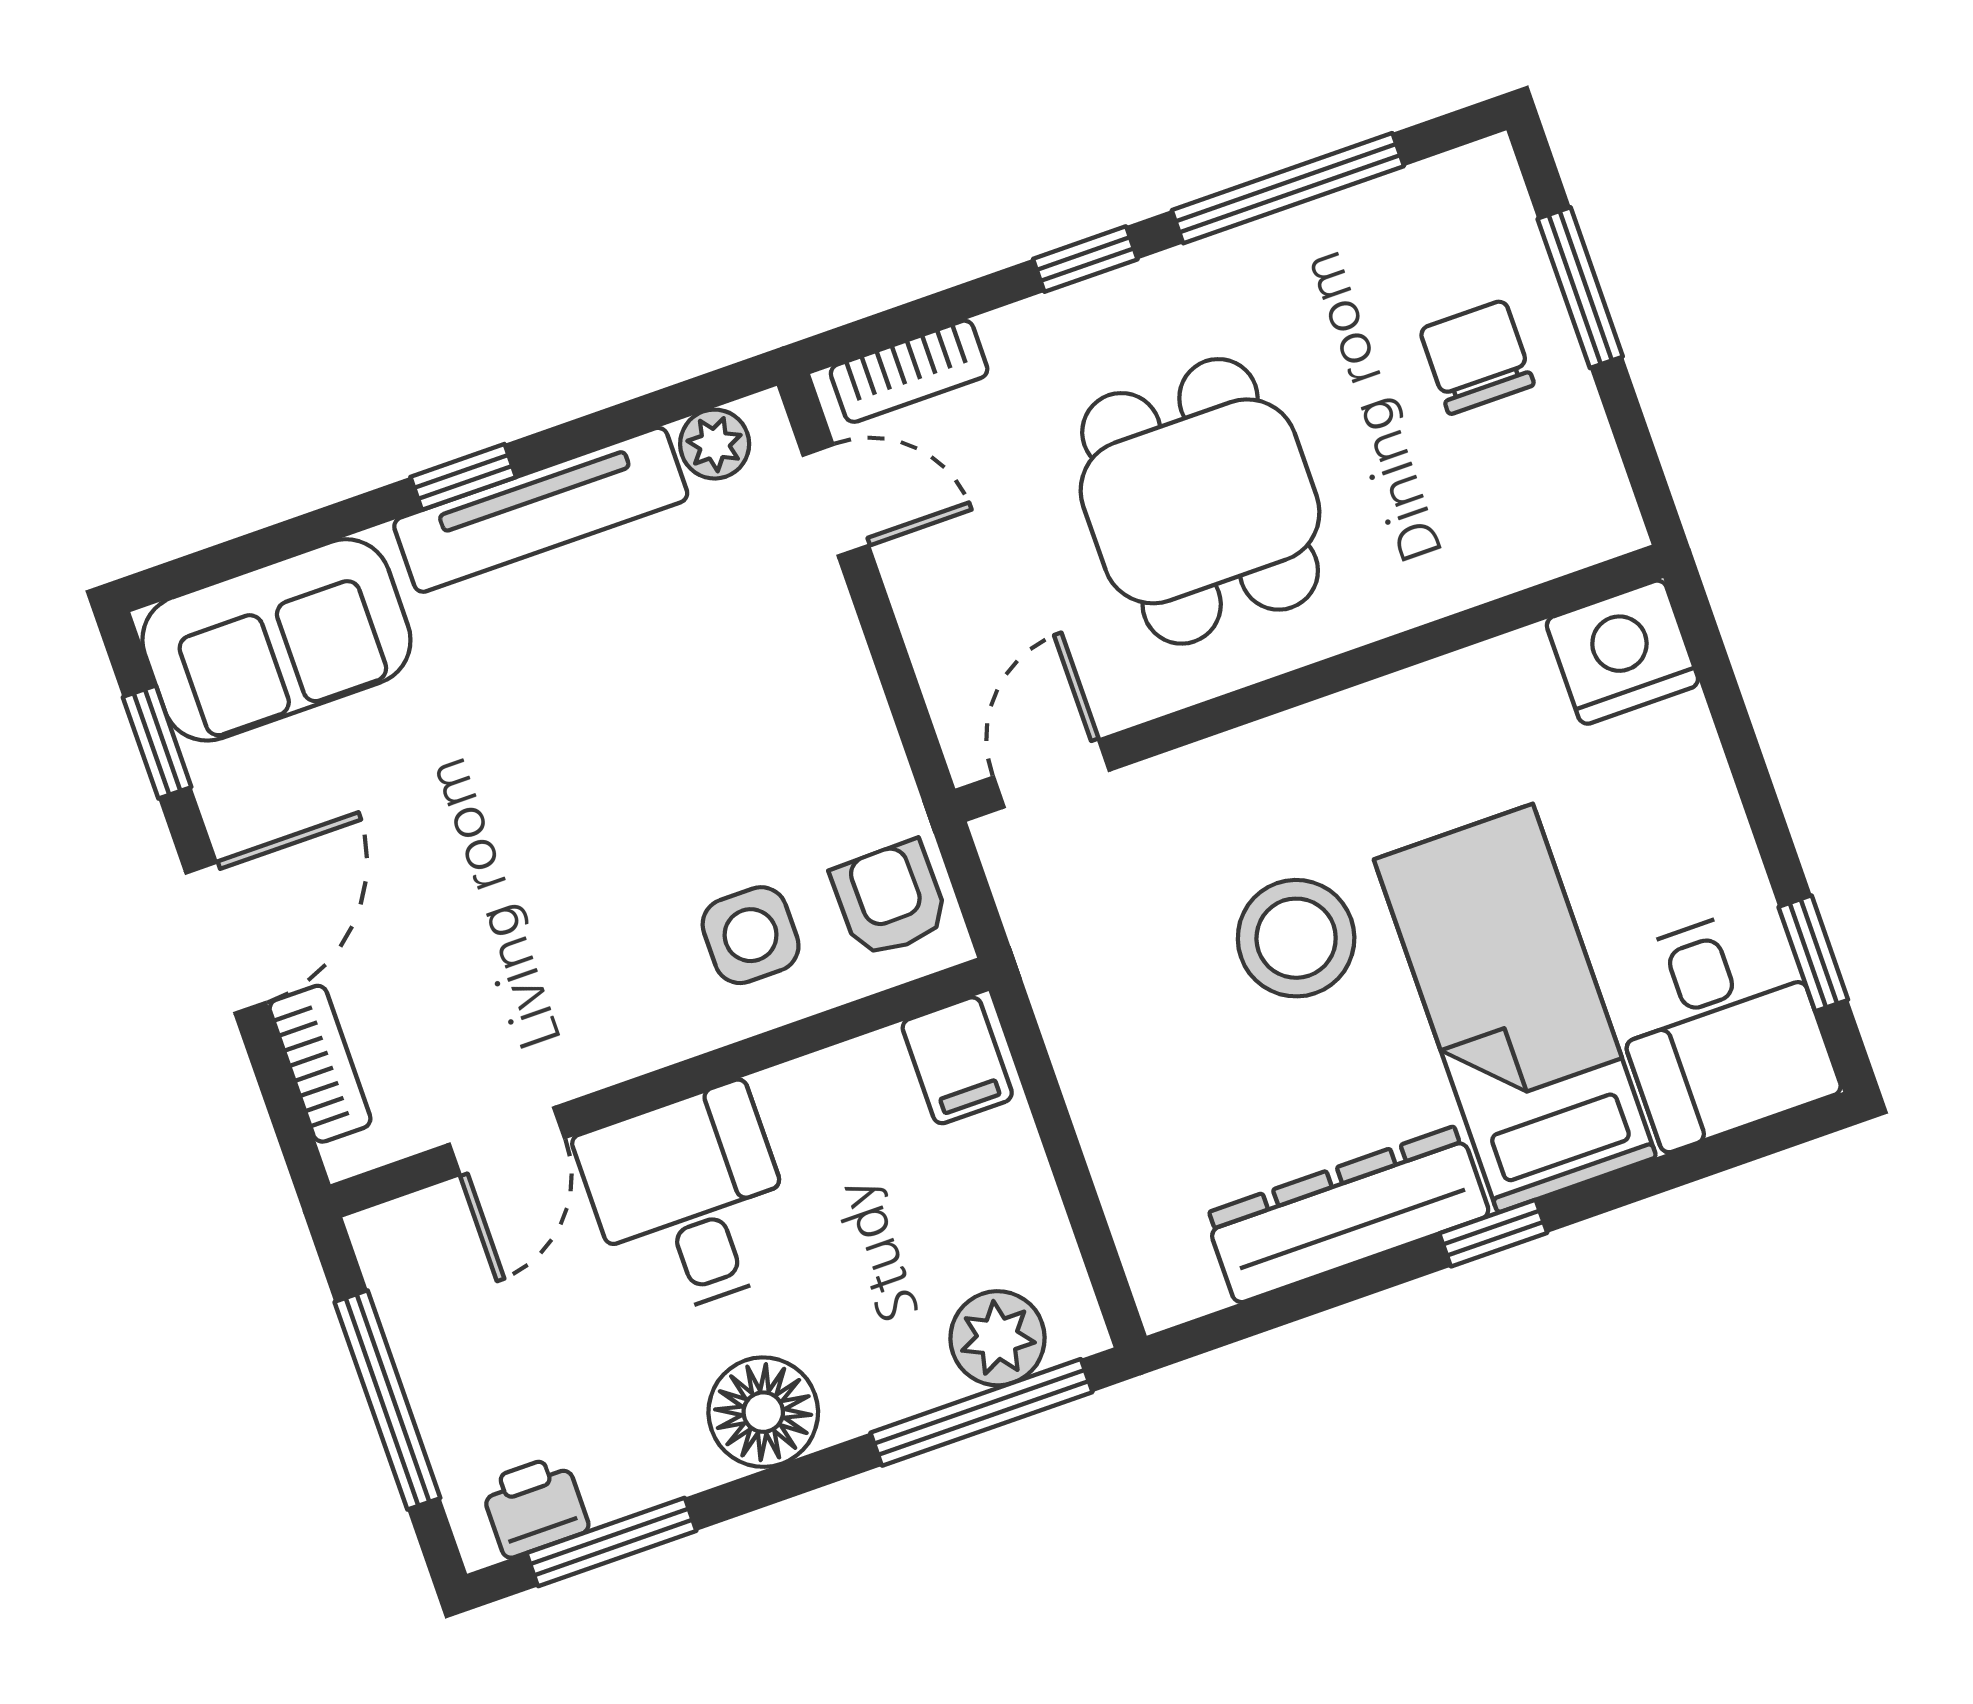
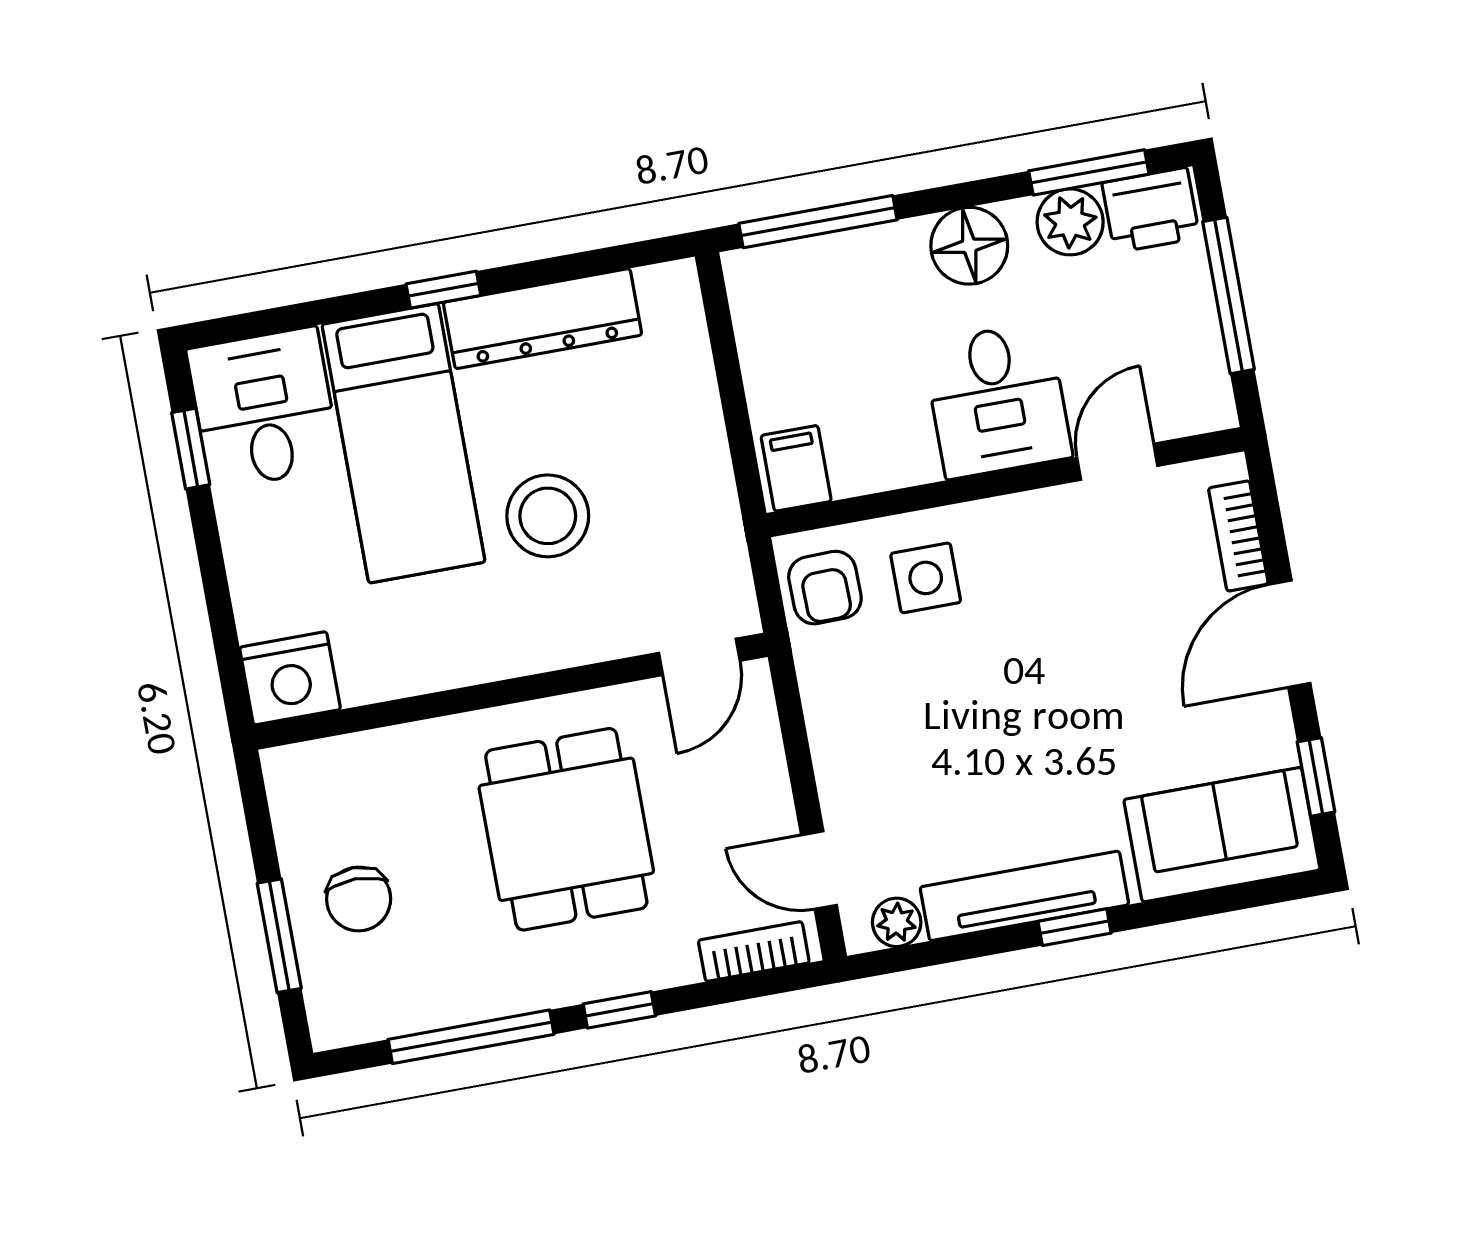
plant: (998, 1338) -> (1070, 222), moved
printer: (535, 1506) -> (1151, 210), width x1.36, depth x1.24

